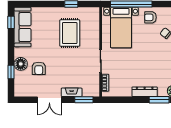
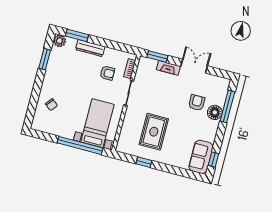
armchair: (150, 17) -> (107, 73), moved
sofa: (23, 27) -> (201, 157), width x0.73
window: (11, 72) -> (227, 106), width x2.17

